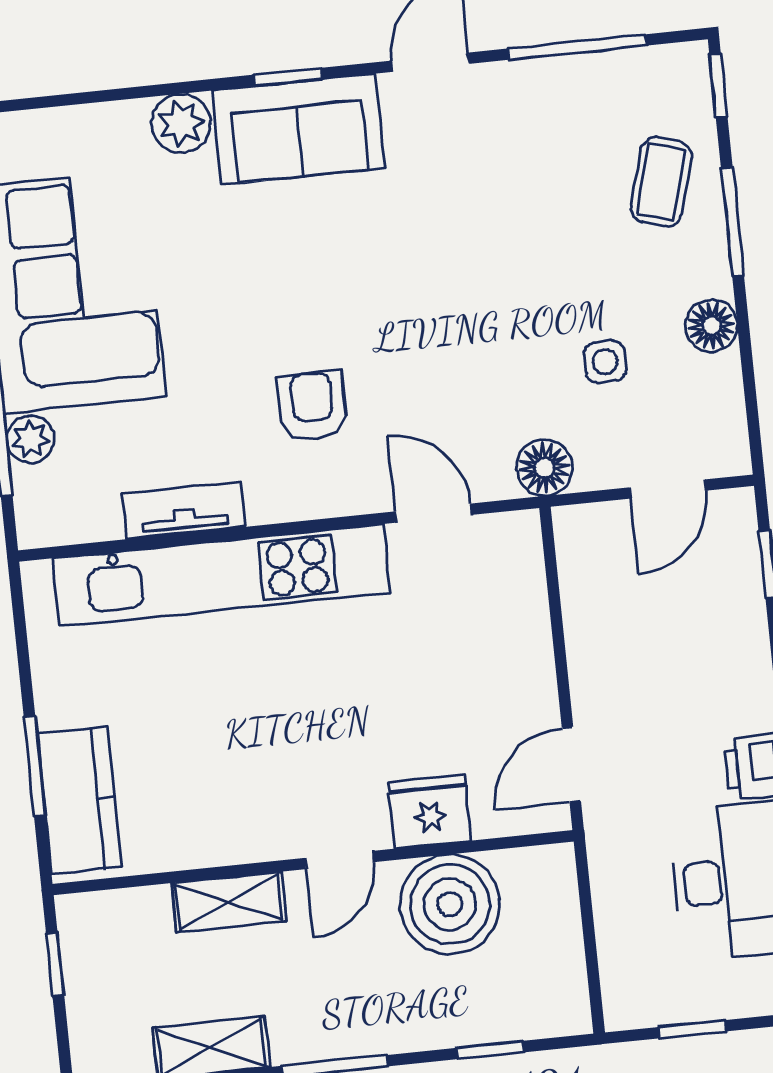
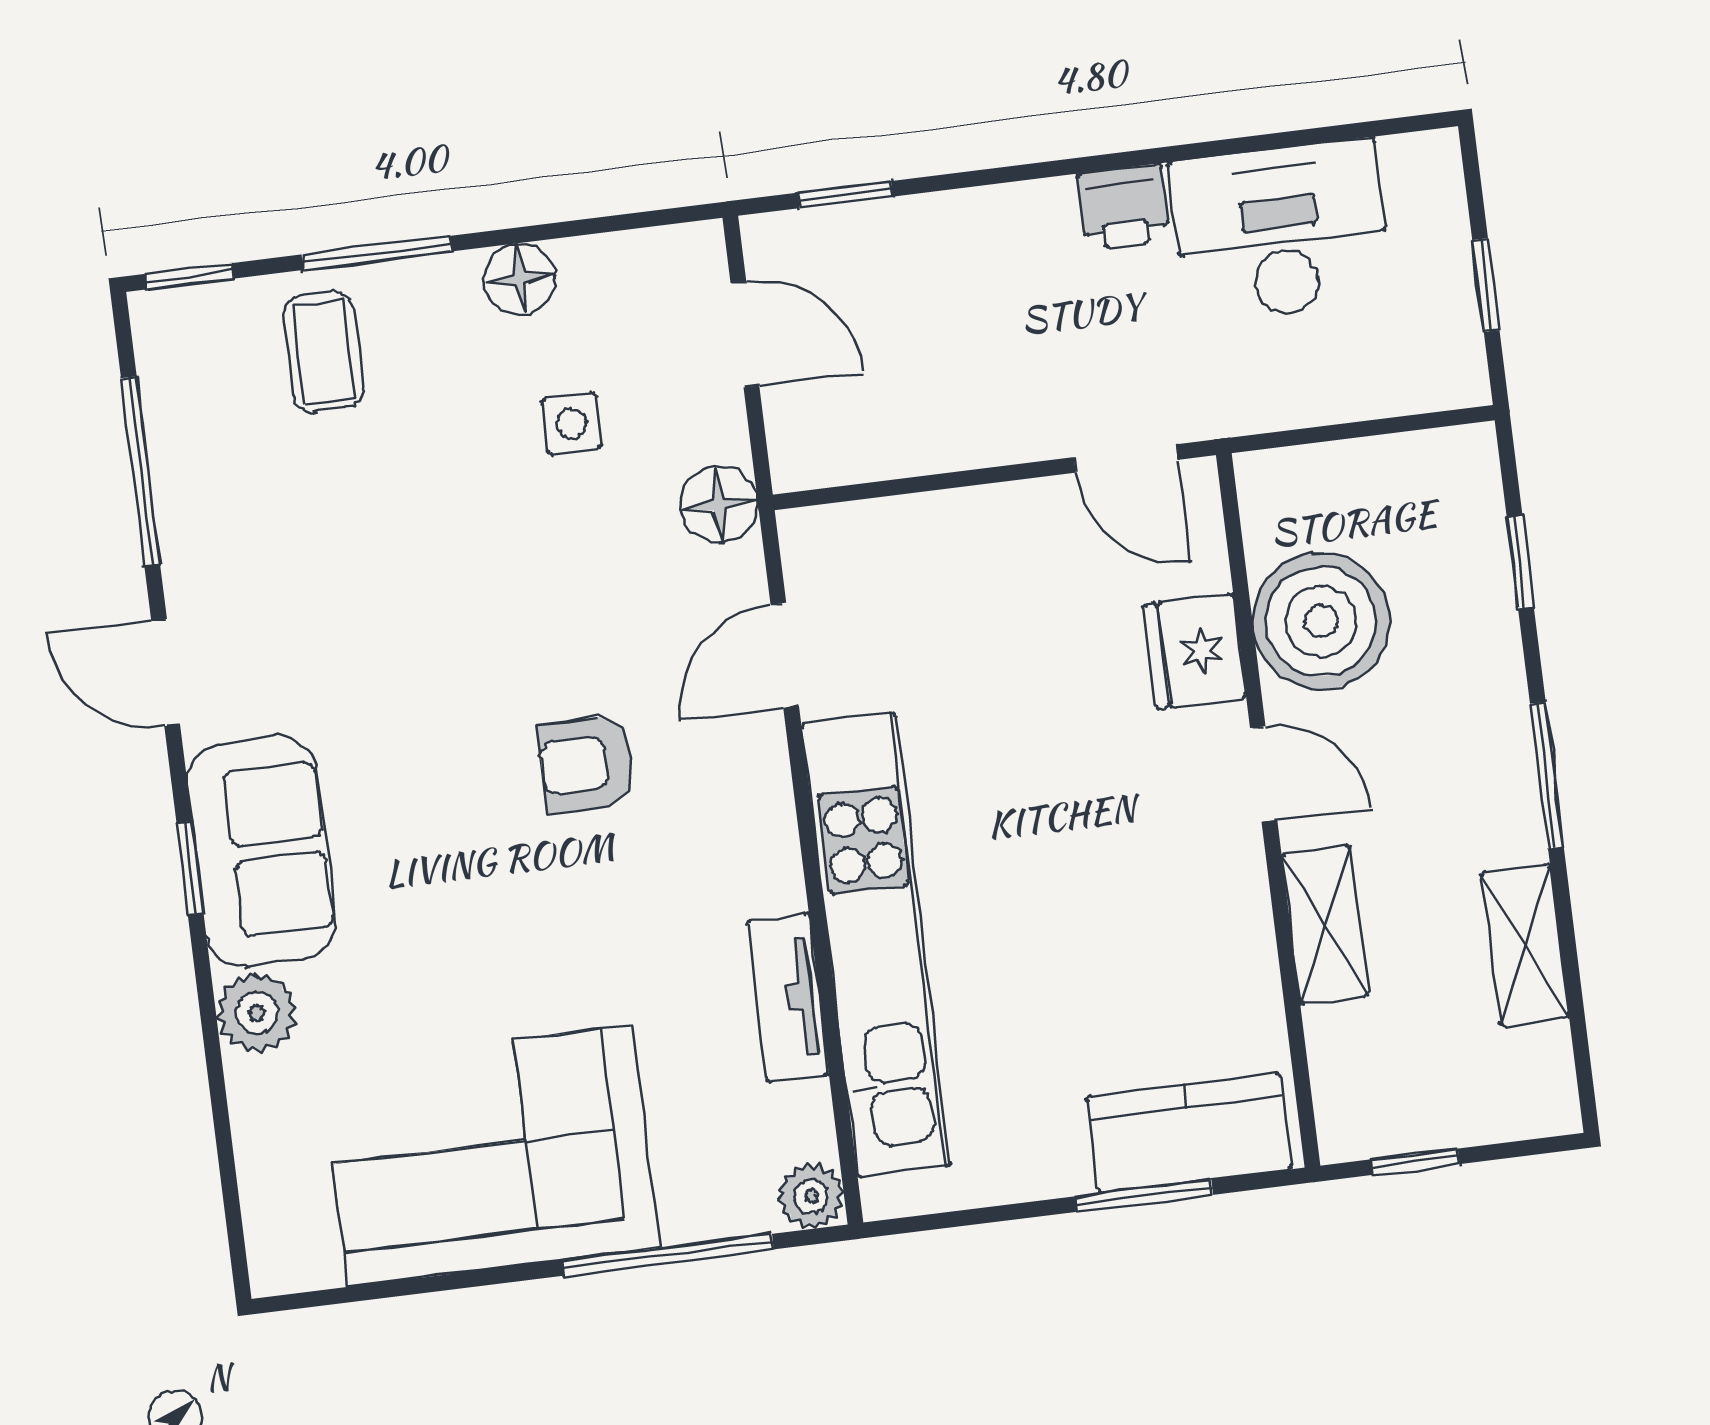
coffee table: (661, 182) -> (324, 352), turned 74
armchair: (312, 406) -> (587, 764), moved
plant: (30, 439) -> (811, 1196), moved

